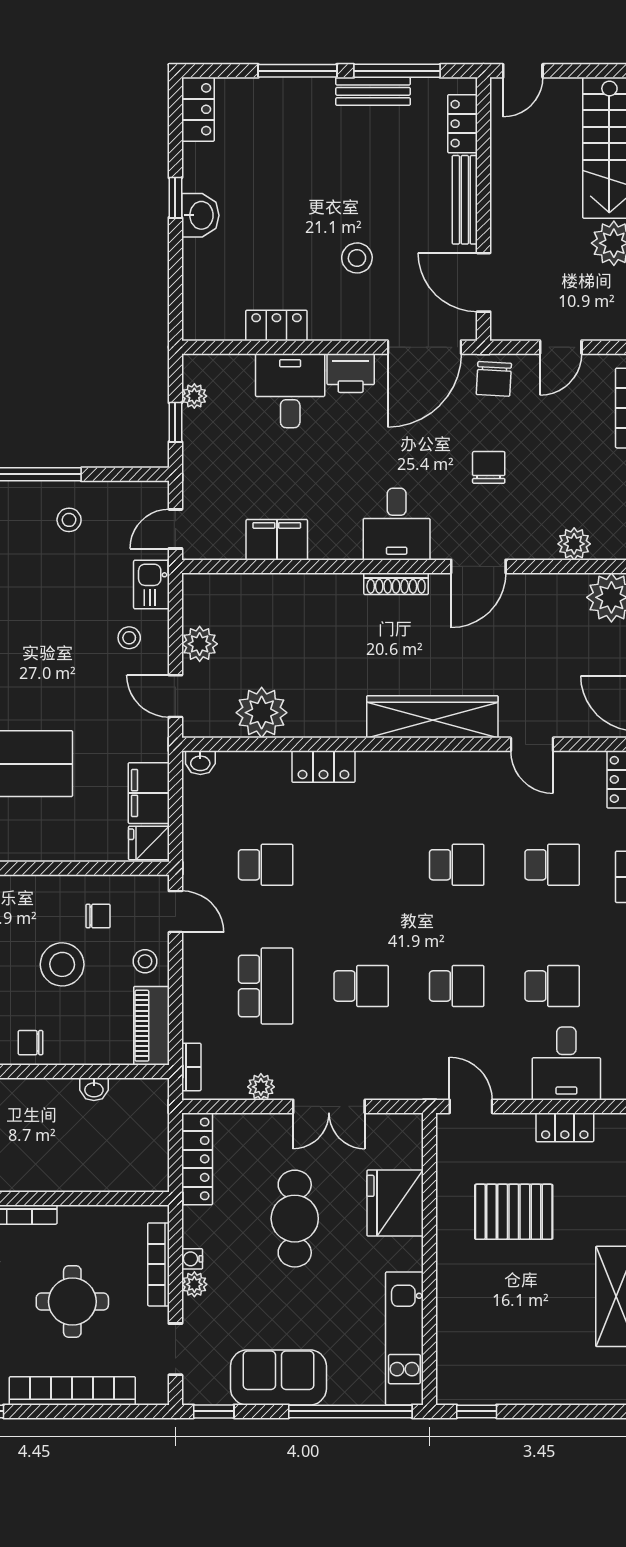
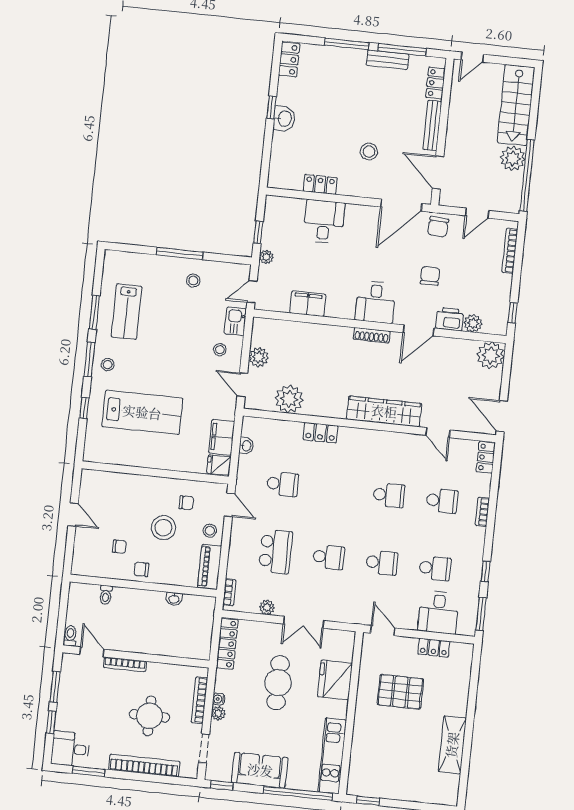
printer: (351, 373) -> (450, 319), moved, turned 180
plant: (194, 396) -> (266, 257), moved
washbasin: (200, 763) -> (246, 446), moved, turned -90

